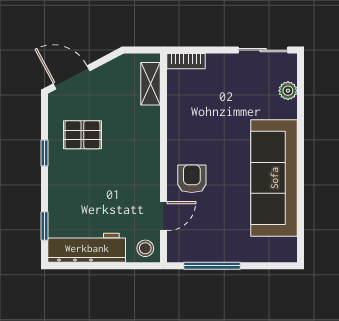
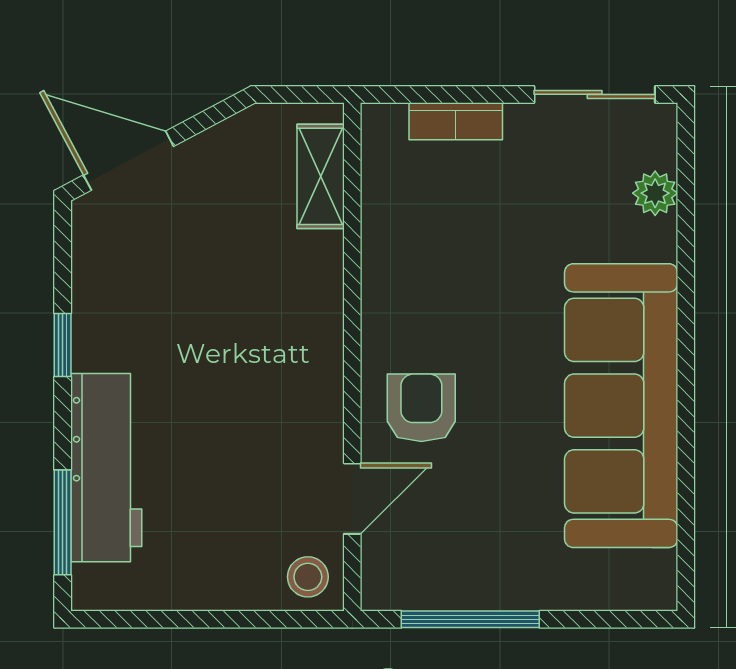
bookcase: (186, 61) -> (456, 121), moved
pallet: (82, 135) -> (155, 301), removed
window: (44, 226) -> (63, 522), width x1.50
workbench: (87, 248) -> (106, 468), moved, turned 90

